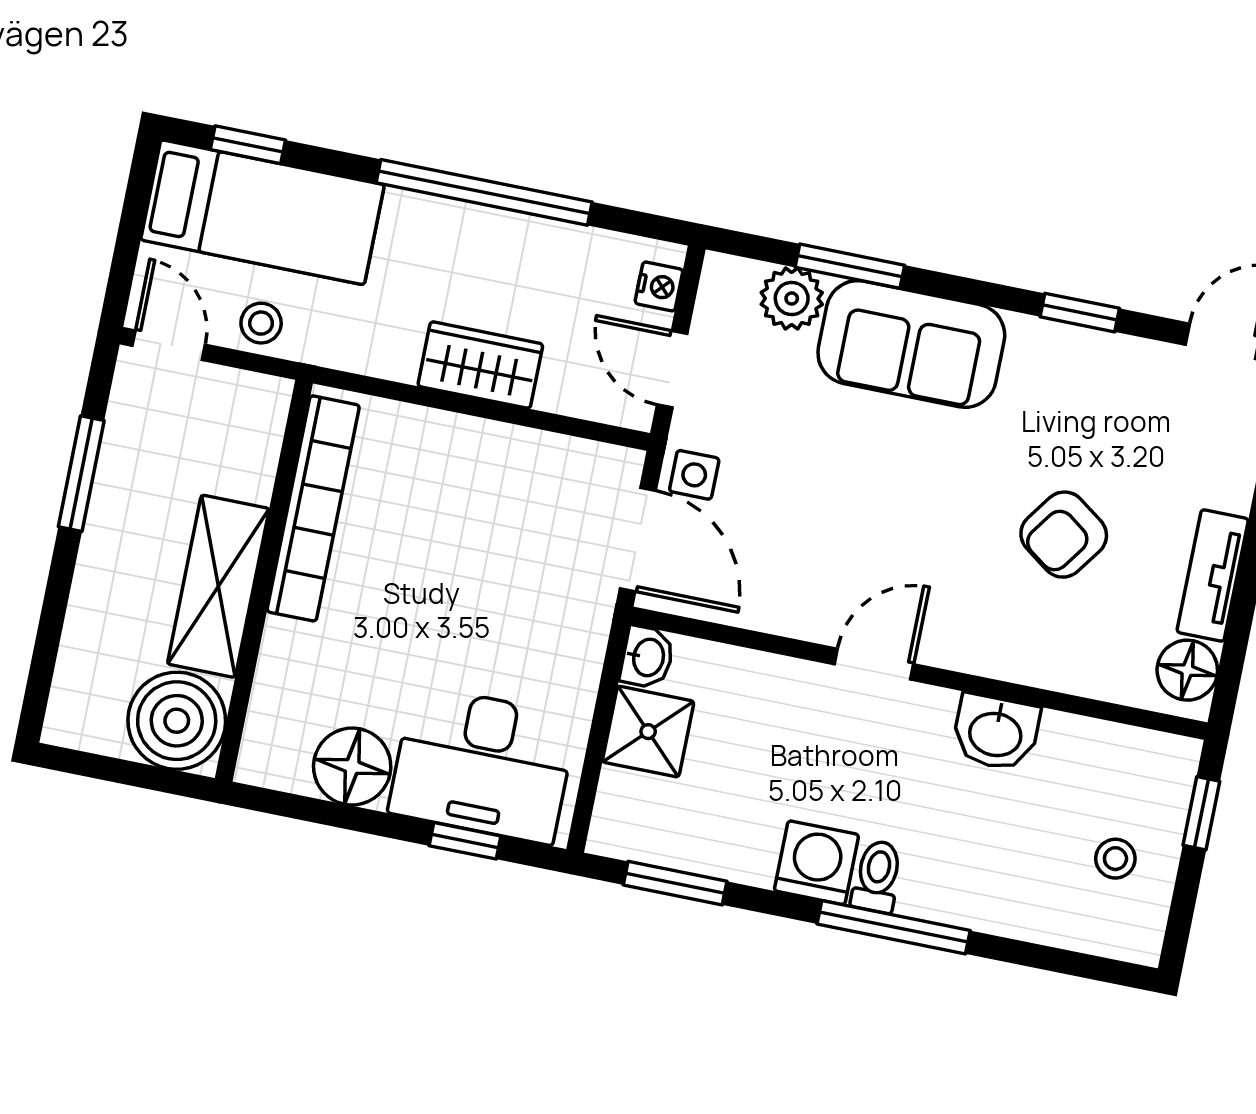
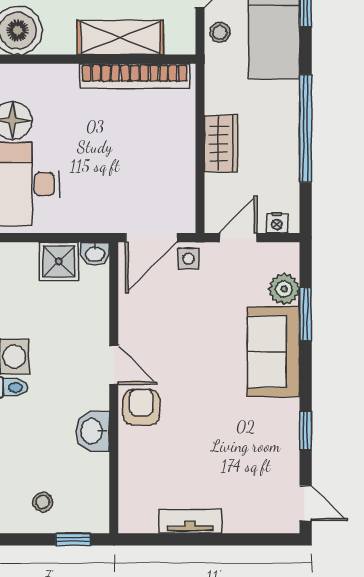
armchair: (1064, 535) -> (141, 407), moved, turned 54
shelving: (218, 586) -> (120, 38), moved
floor lamp: (1187, 670) -> (142, 518), removed

